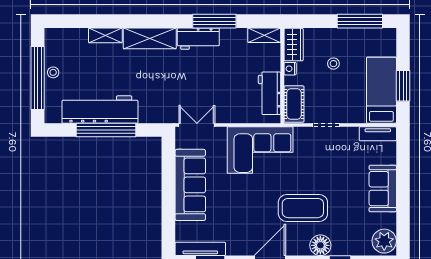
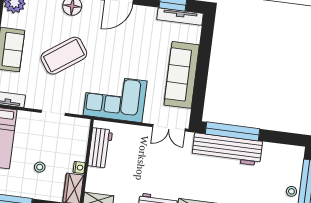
cot: (294, 104) -> (80, 135), removed
workbench: (100, 110) -> (227, 149), moved
window: (106, 130) -> (232, 131), moved
coffee table: (303, 208) -> (64, 56), moved, turned -35

